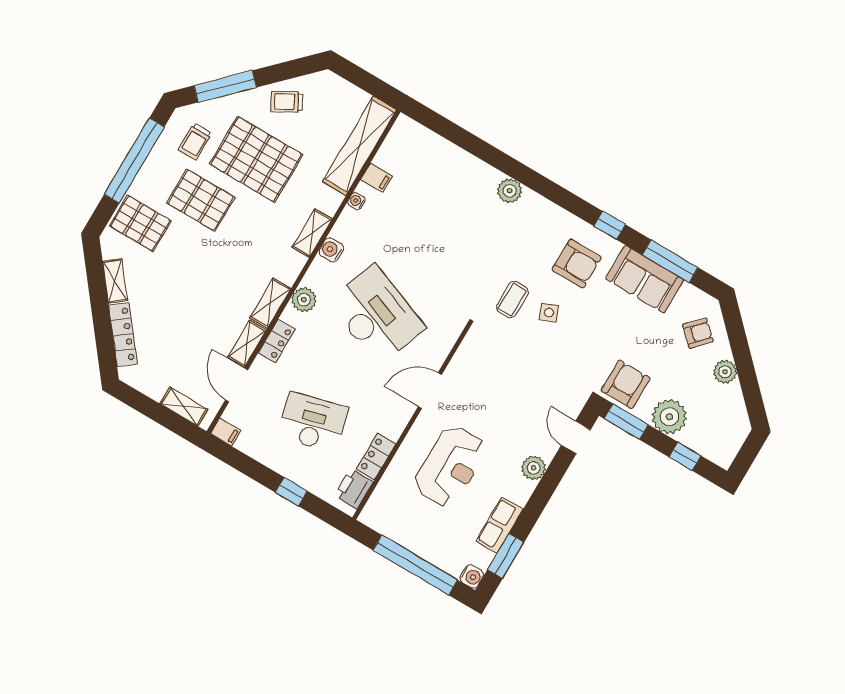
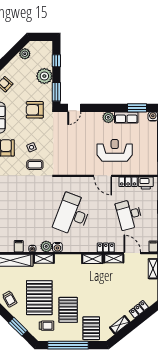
window: (225, 86) -> (18, 327), width x0.69
shelving: (312, 233) -> (44, 259), moved
plant: (304, 300) -> (46, 246), moved
locker: (123, 335) -> (139, 309), width x0.66
plant: (725, 372) -> (25, 54), moved
armchair: (626, 384) -> (35, 110), moved
door: (237, 385) -> (132, 253), swing flipped
door: (430, 391) -> (103, 176), moved
plant: (534, 468) -> (108, 117), moved

